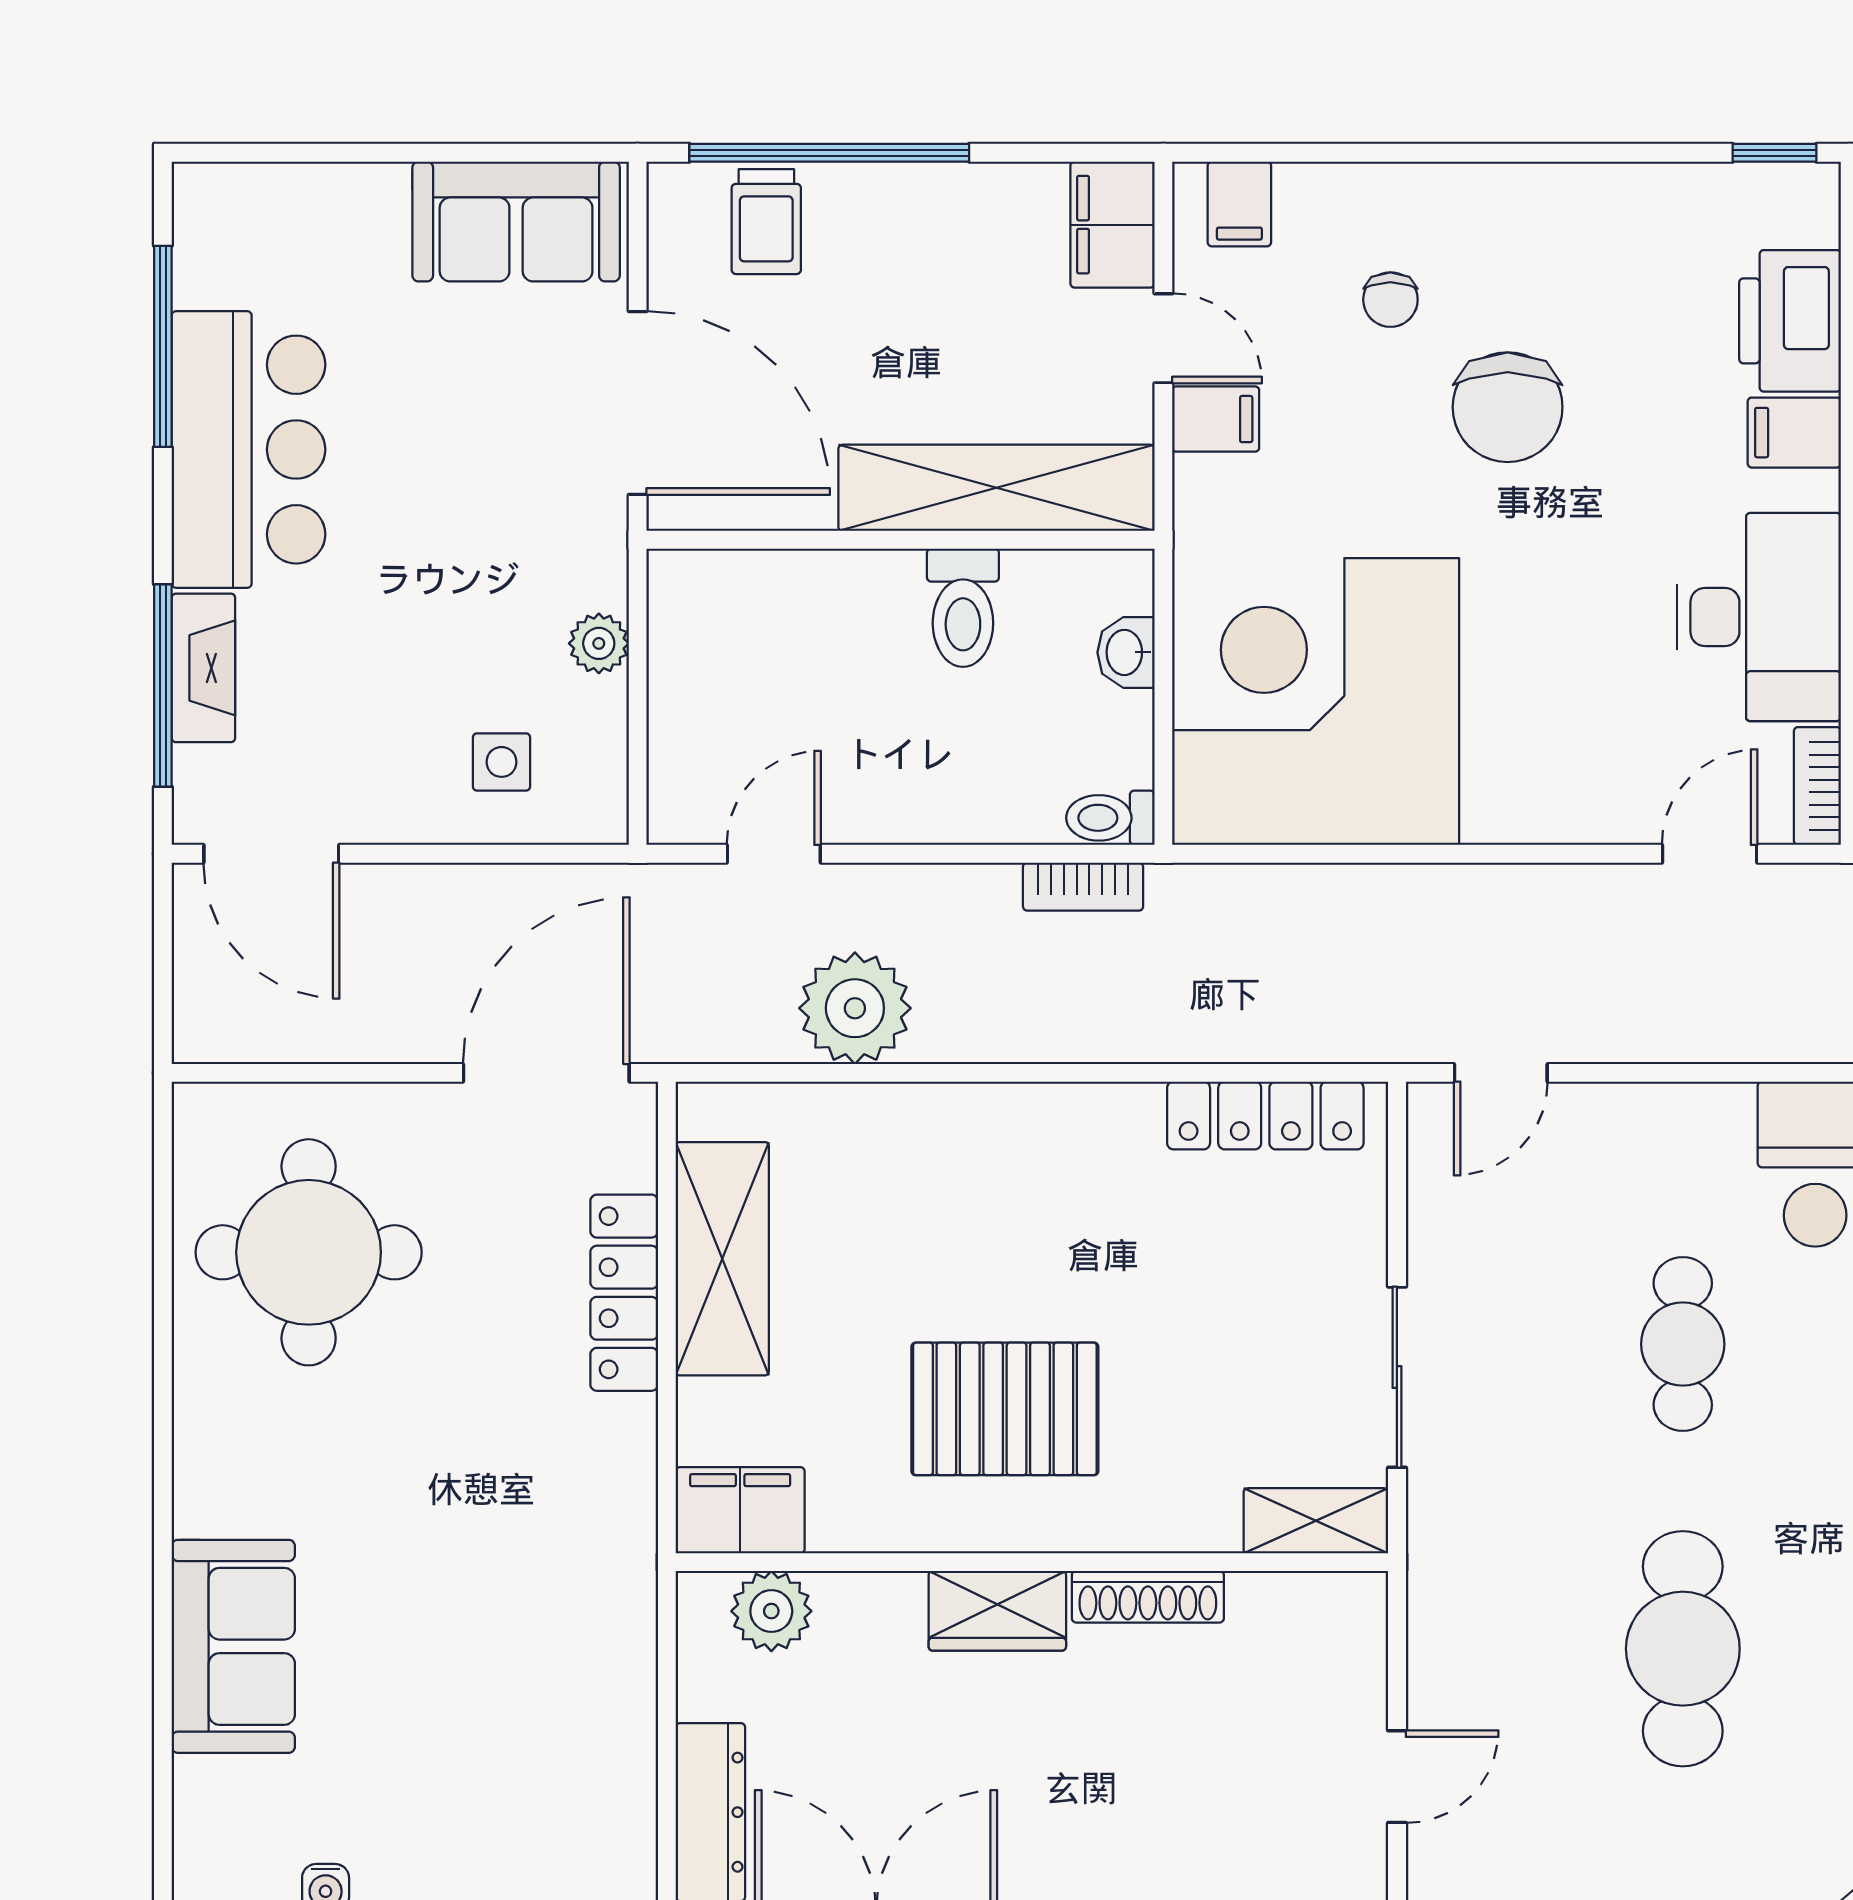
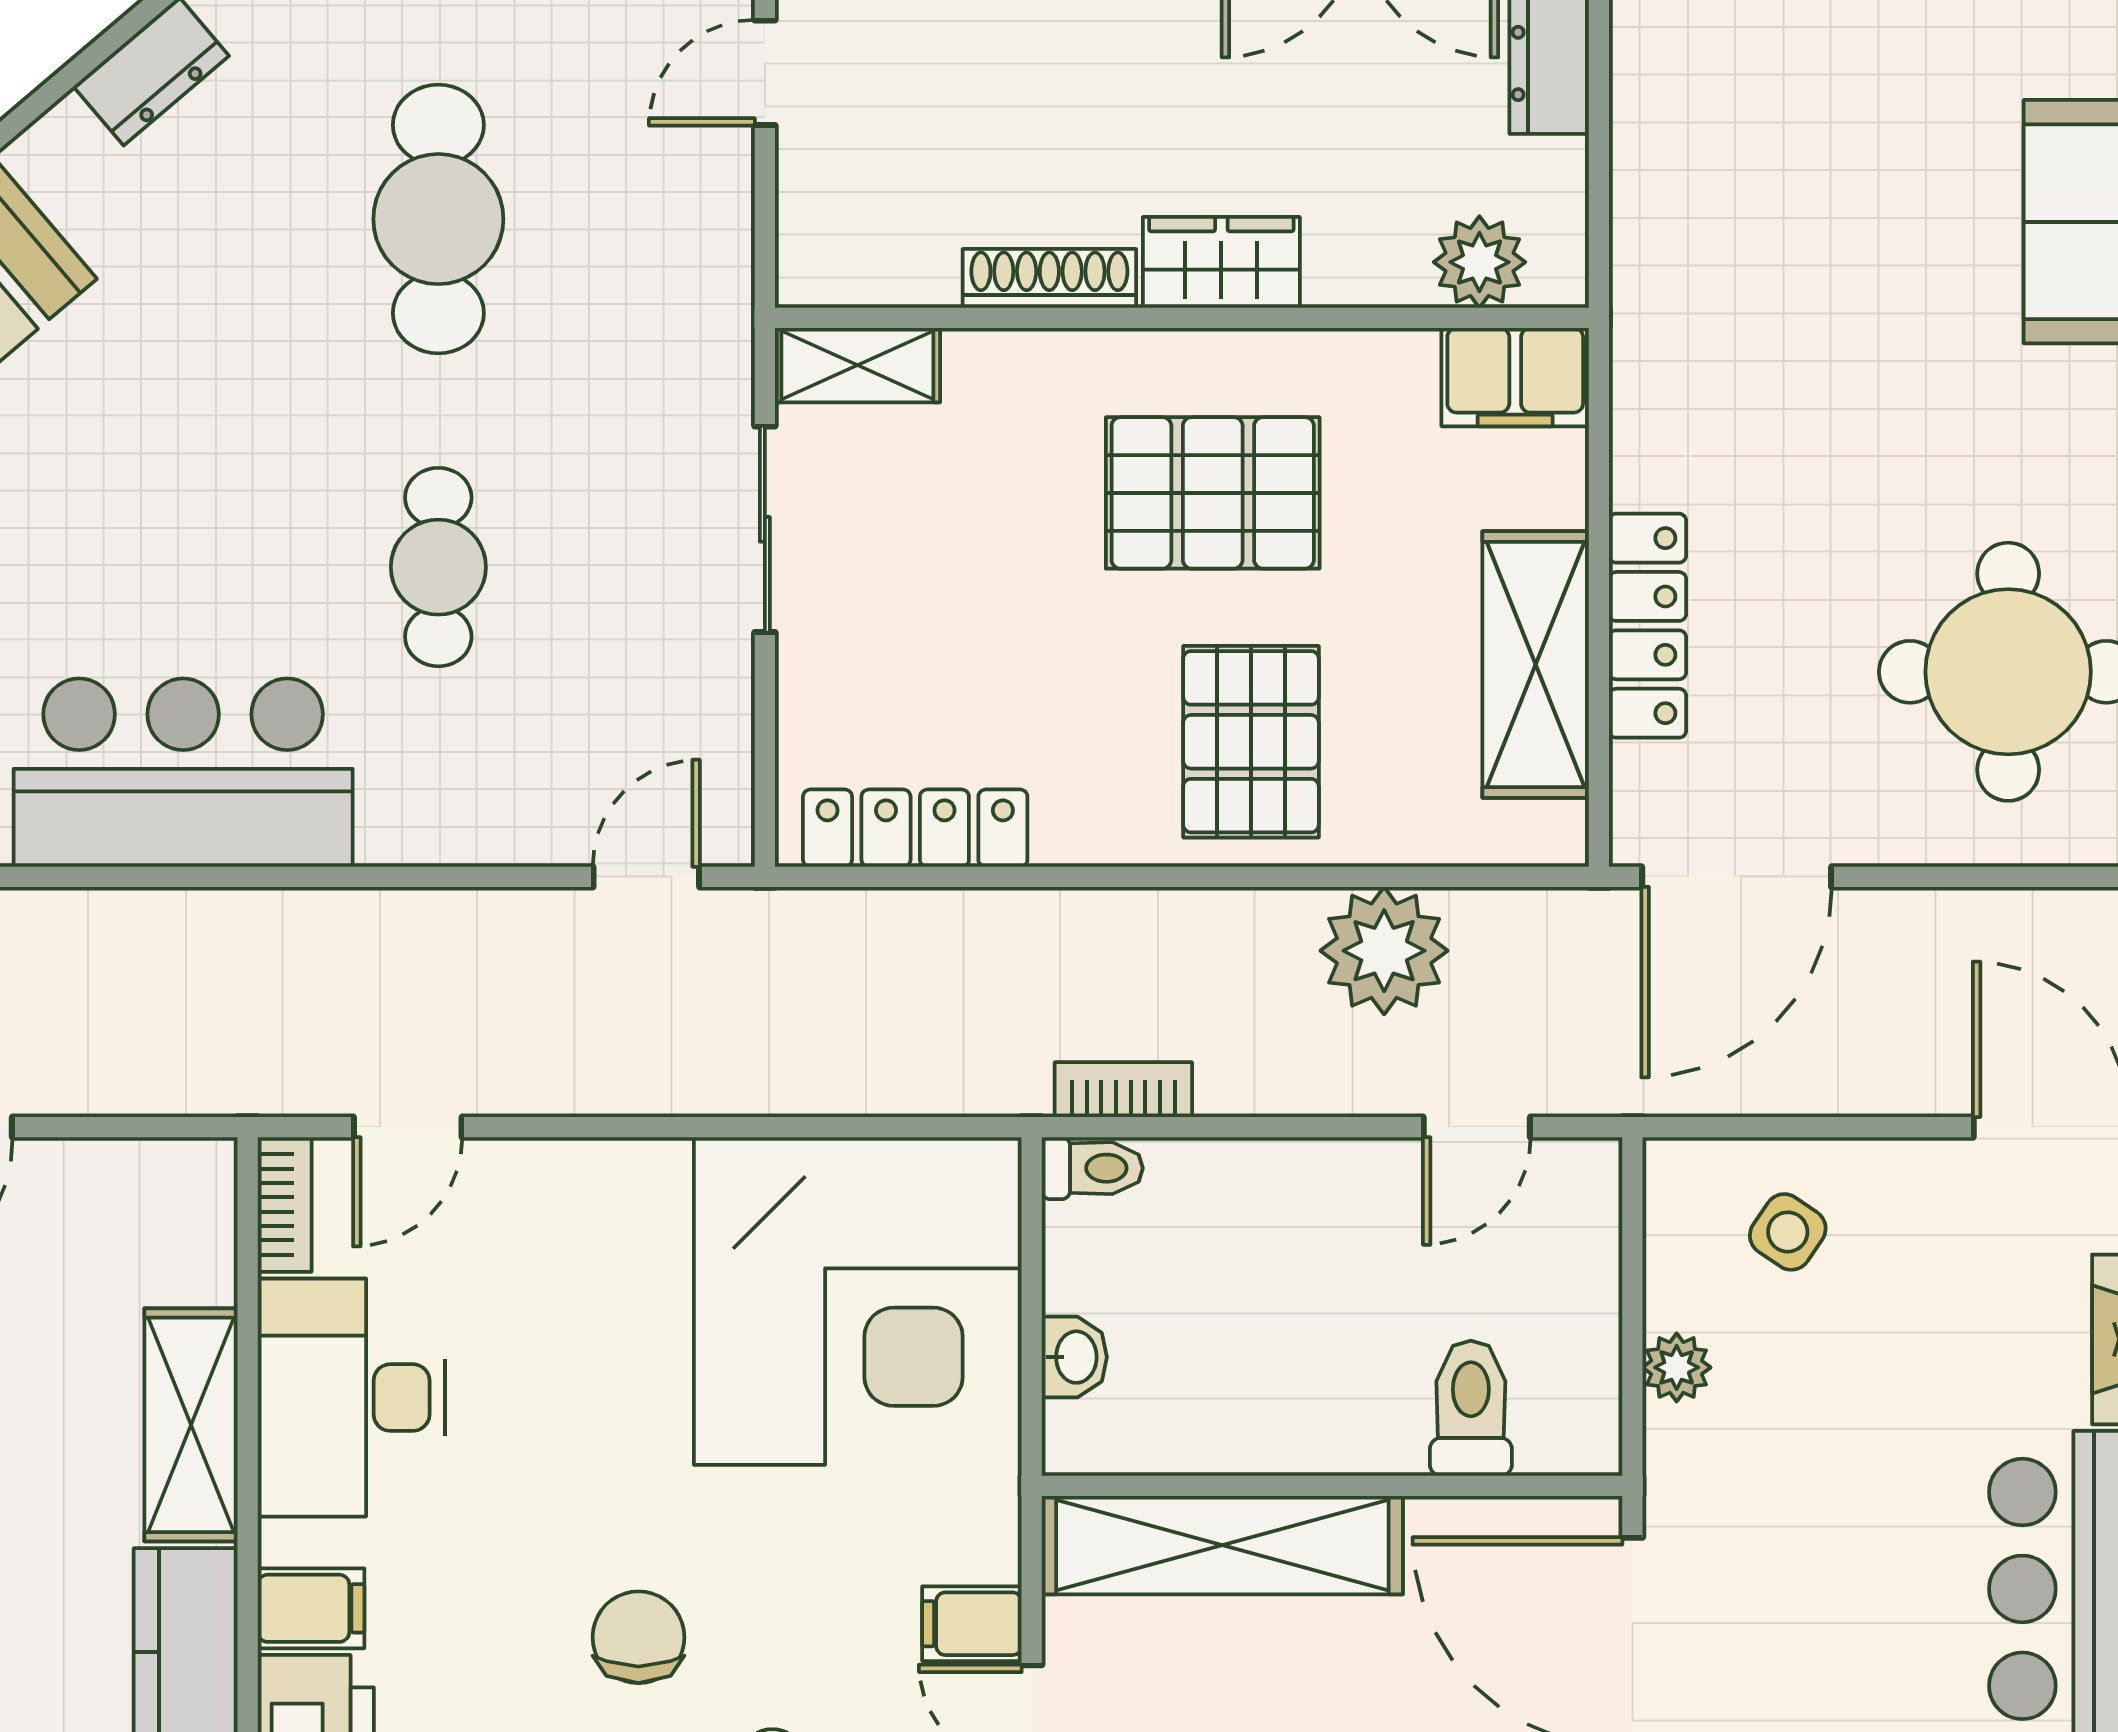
chair: (1508, 407) -> (638, 1637), width x0.73, depth x0.73
toilet: (963, 608) -> (1471, 1408), moved
side table: (501, 762) -> (1788, 1232), turned 34
pallet: (971, 1191) -> (1251, 742), added

